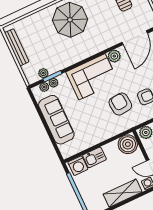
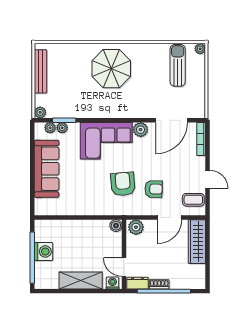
plant: (43, 73) -> (40, 112), moved
boiler: (128, 144) -> (116, 226), width x0.54, depth x0.54
kitchen sink: (95, 157) -> (69, 228), removed
washing machine: (78, 166) -> (43, 251), moved, turned -90

